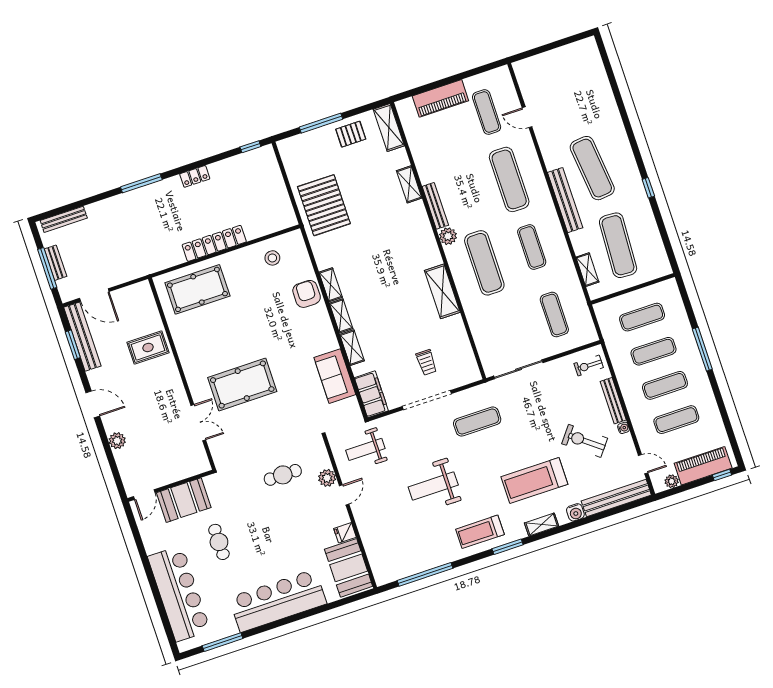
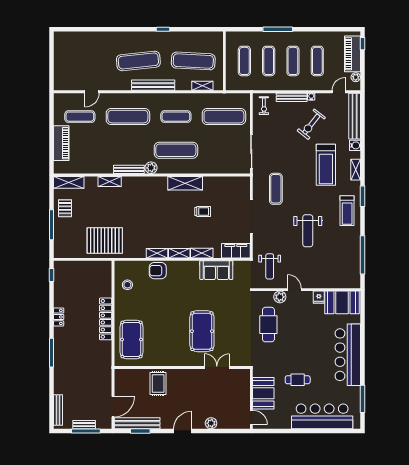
exercise mat: (554, 314) -> (224, 117), width x1.36, depth x1.45
trolley: (426, 362) -> (203, 211), moved
cafe table: (283, 475) -> (268, 325), width x1.37, depth x1.35

